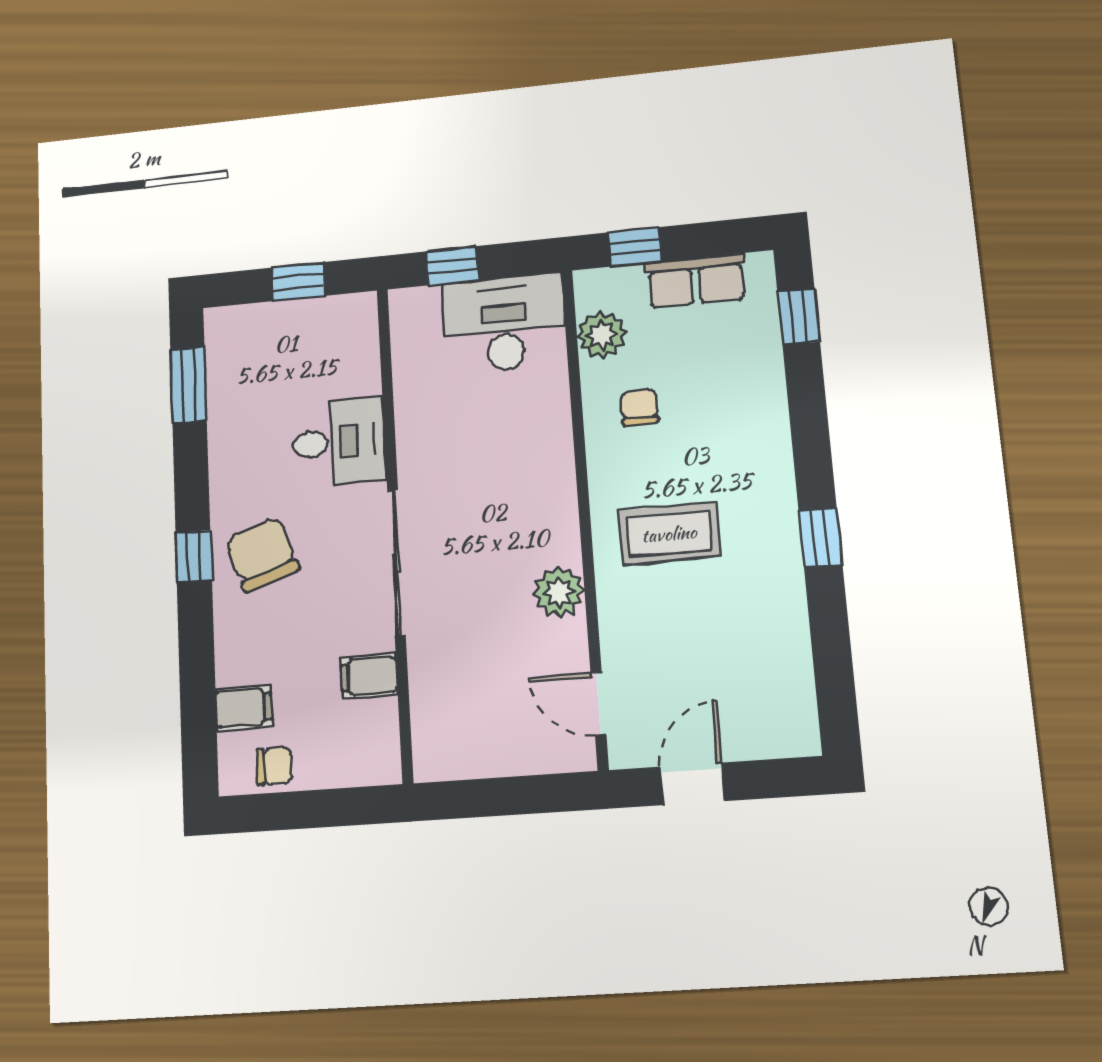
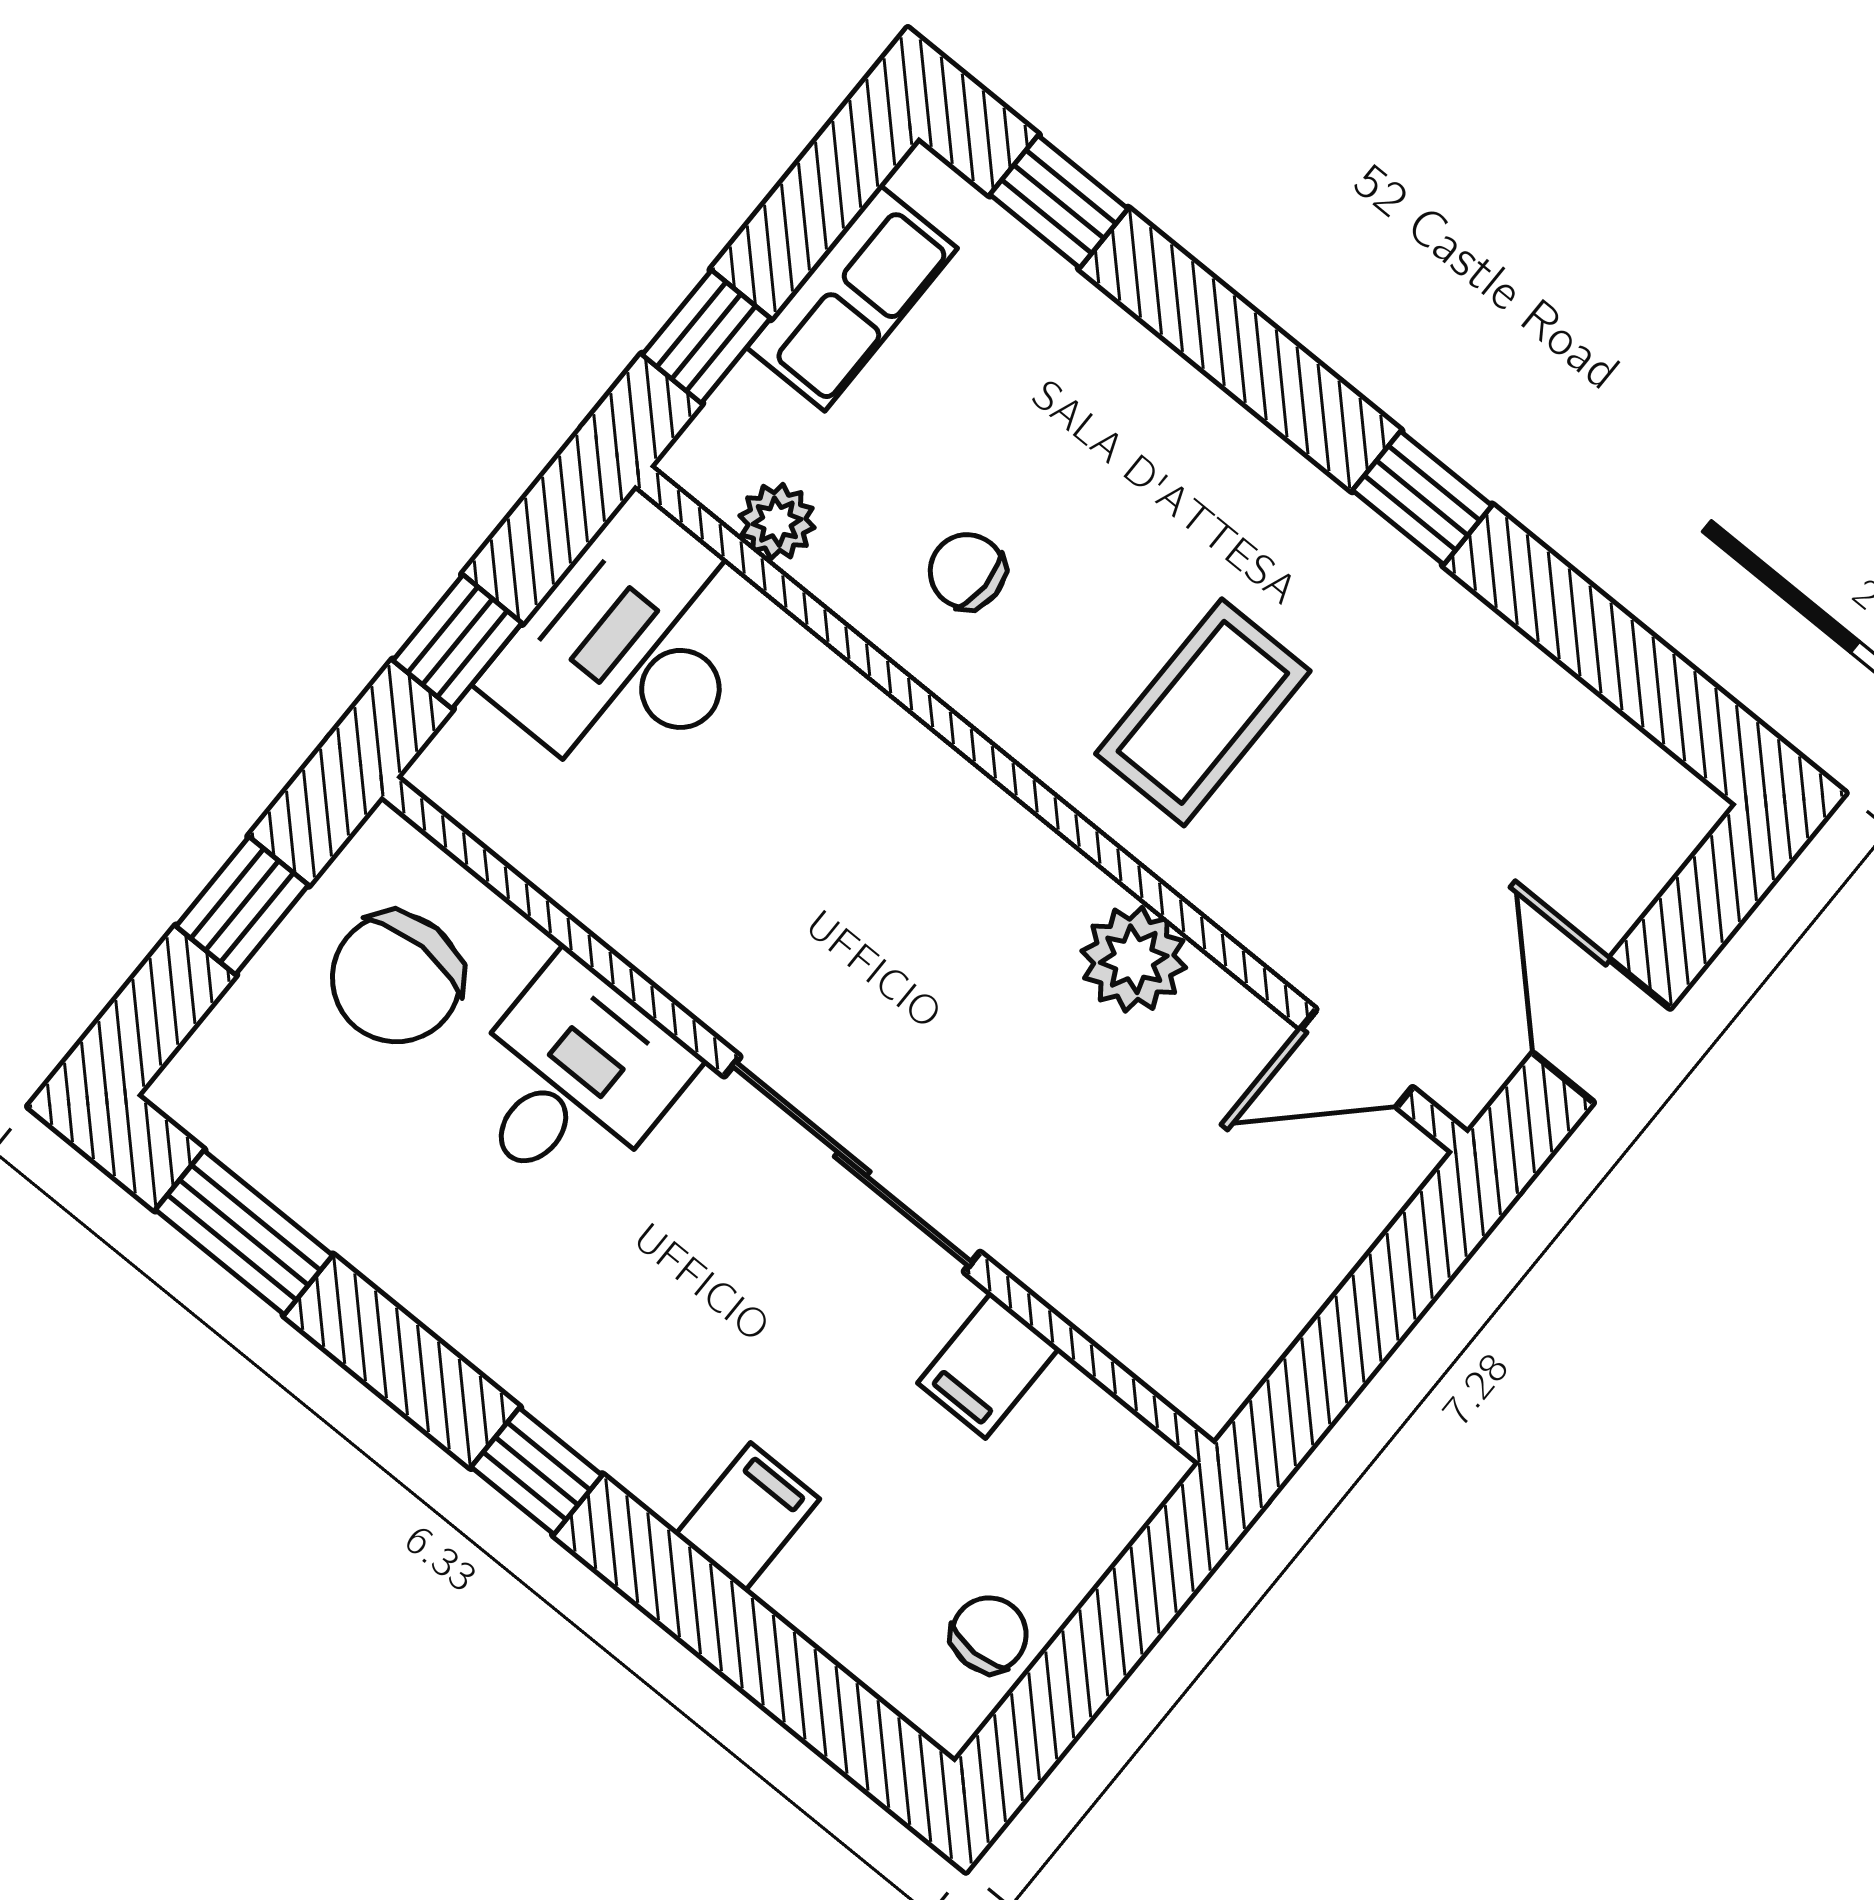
plant: (602, 335) -> (777, 522), width x0.73, depth x0.73
chair: (262, 554) -> (396, 978), moved, turned -71
filing cabinet: (244, 708) -> (748, 1517), moved

